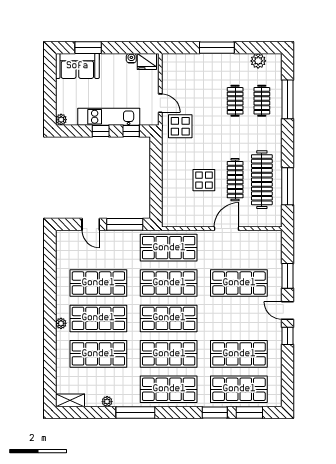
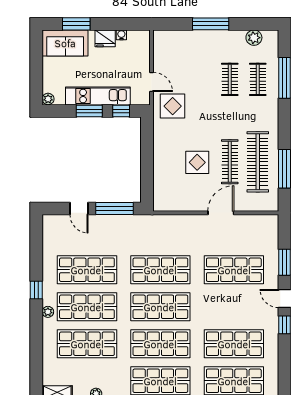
fridge: (147, 61) -> (105, 38), moved
window: (101, 131) -> (89, 111), width x1.50
shop shelf: (169, 248) -> (160, 233), removed
window: (50, 302) -> (36, 290), added

